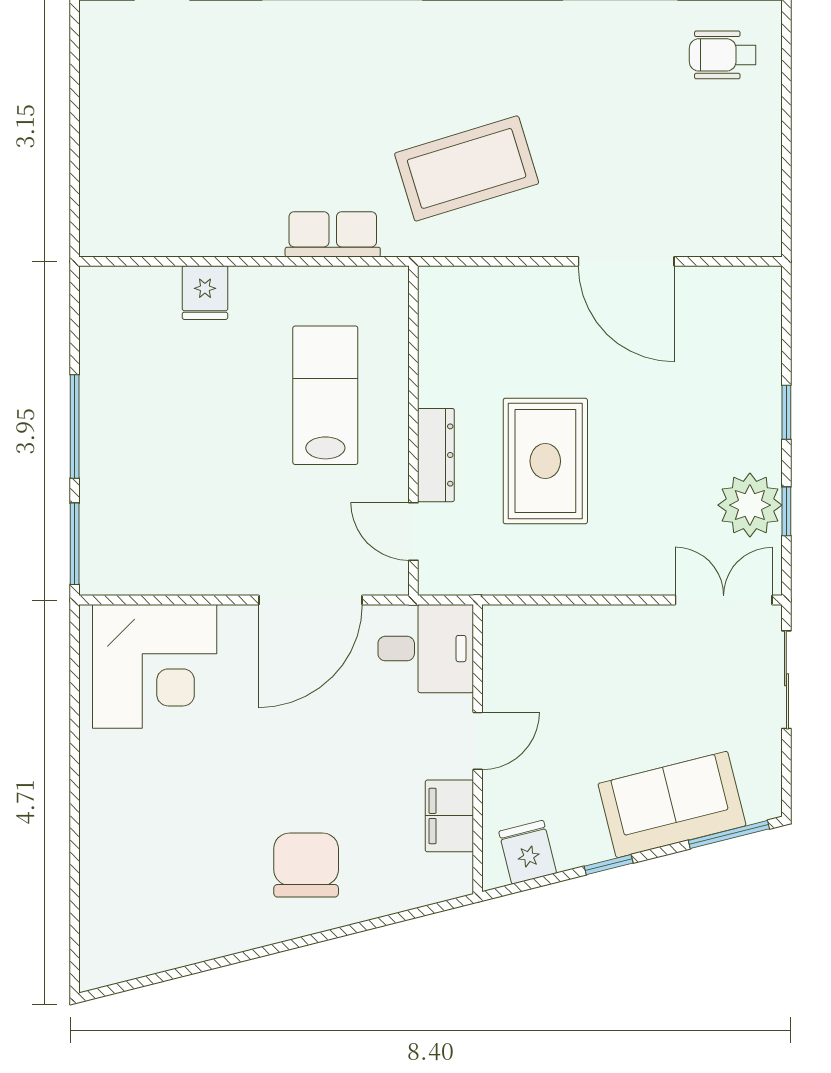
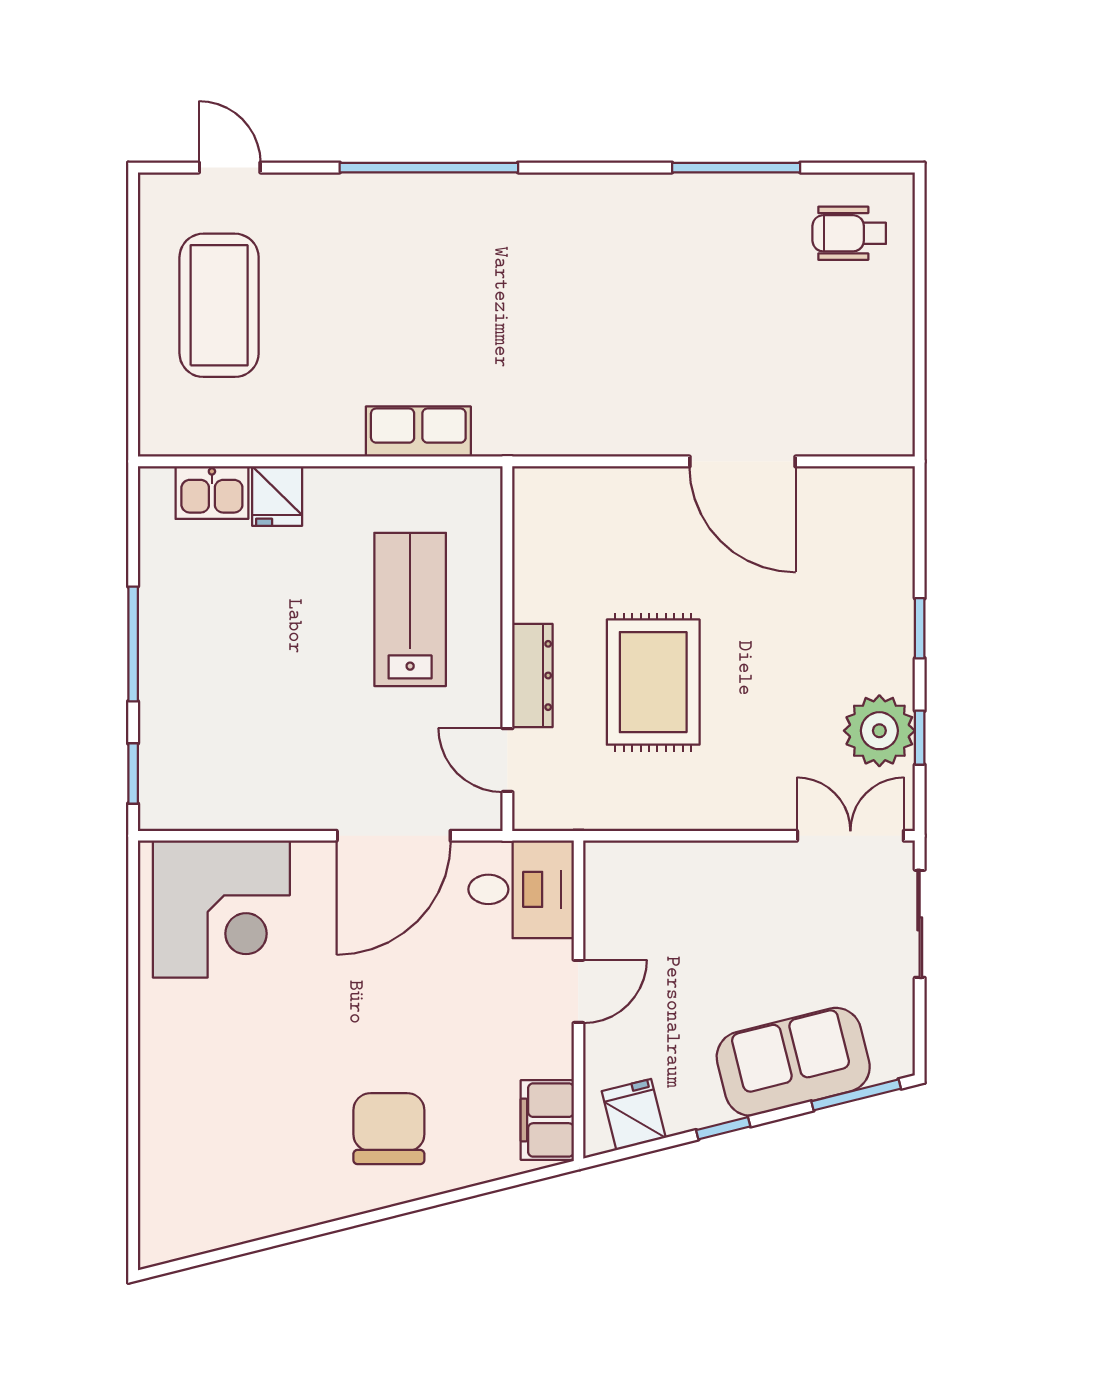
coffee table: (467, 168) -> (219, 305), moved, turned -73
kitchen sink: (146, 289) -> (212, 493), added
window: (75, 544) -> (133, 774), width x0.67
filing cabinet: (449, 816) -> (547, 1120), moved

